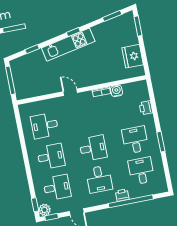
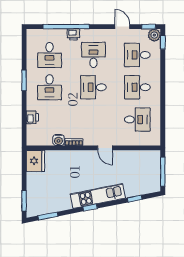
fridge: (133, 56) -> (35, 161), moved

